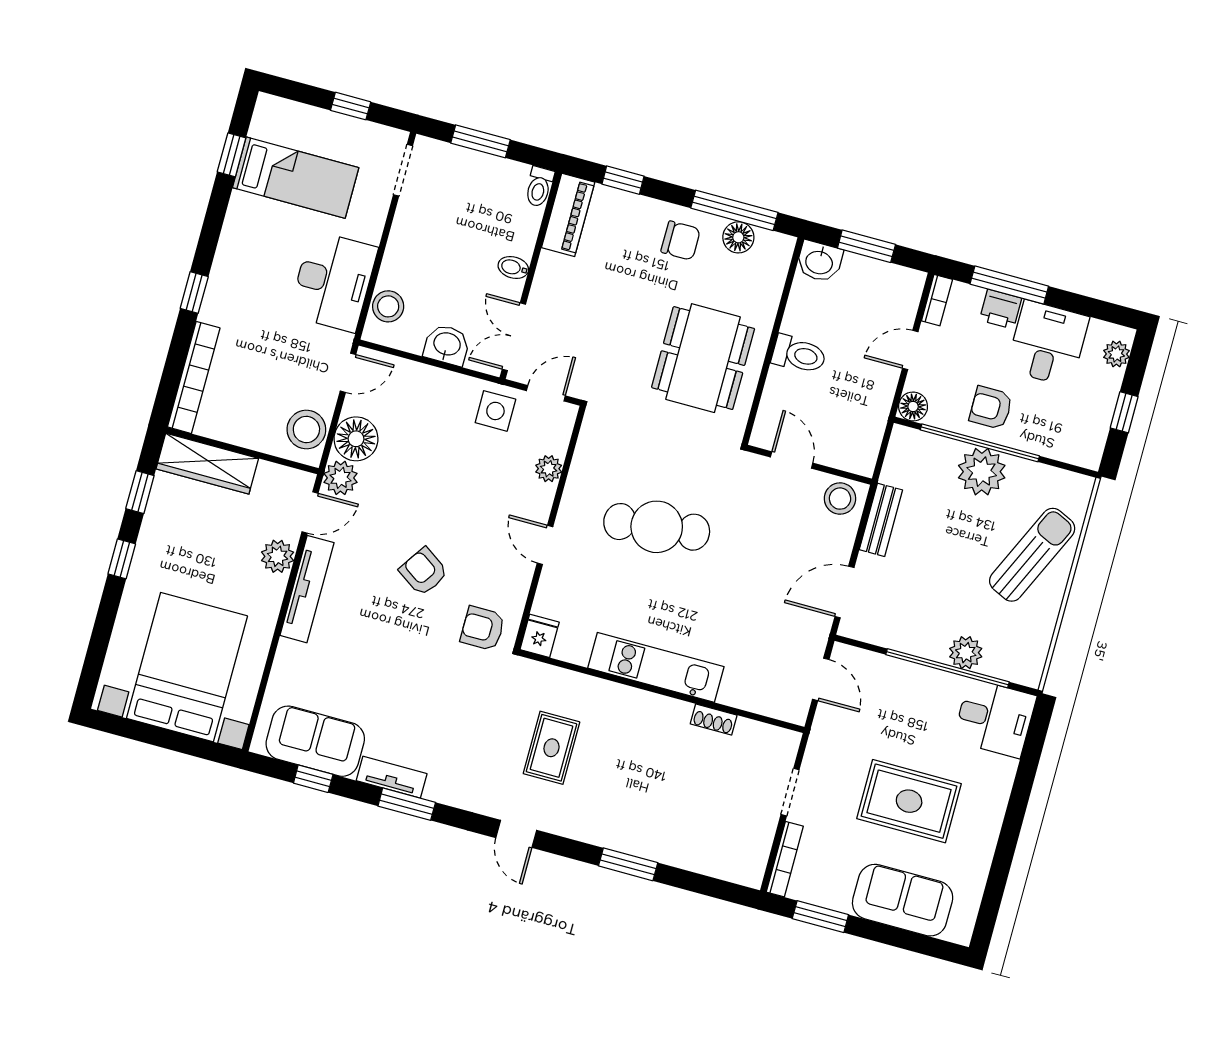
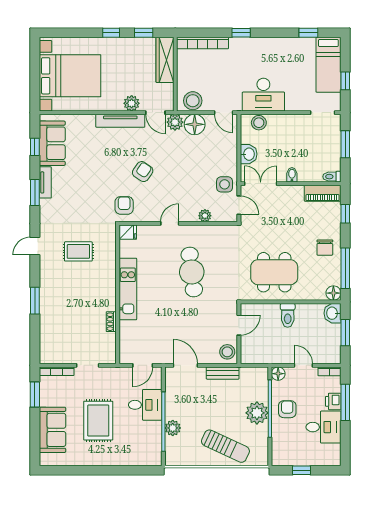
bed: (296, 178) -> (328, 65), moved
floor lamp: (738, 237) -> (333, 293), moved
plant: (1116, 354) -> (327, 460), removed
desk: (995, 718) -> (145, 405), moved, turned -90

